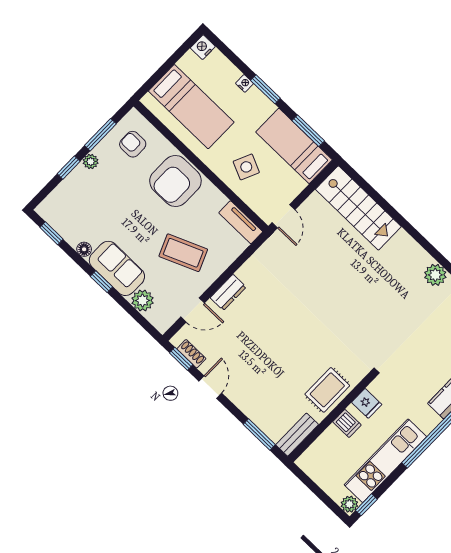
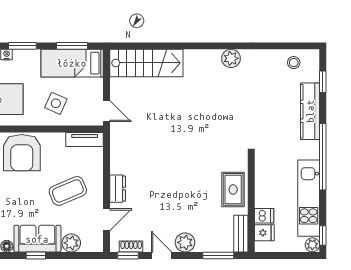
plant: (241, 395) -> (185, 242), added
fridge: (367, 403) -> (264, 233), moved
dishwasher: (347, 423) -> (264, 216), moved

